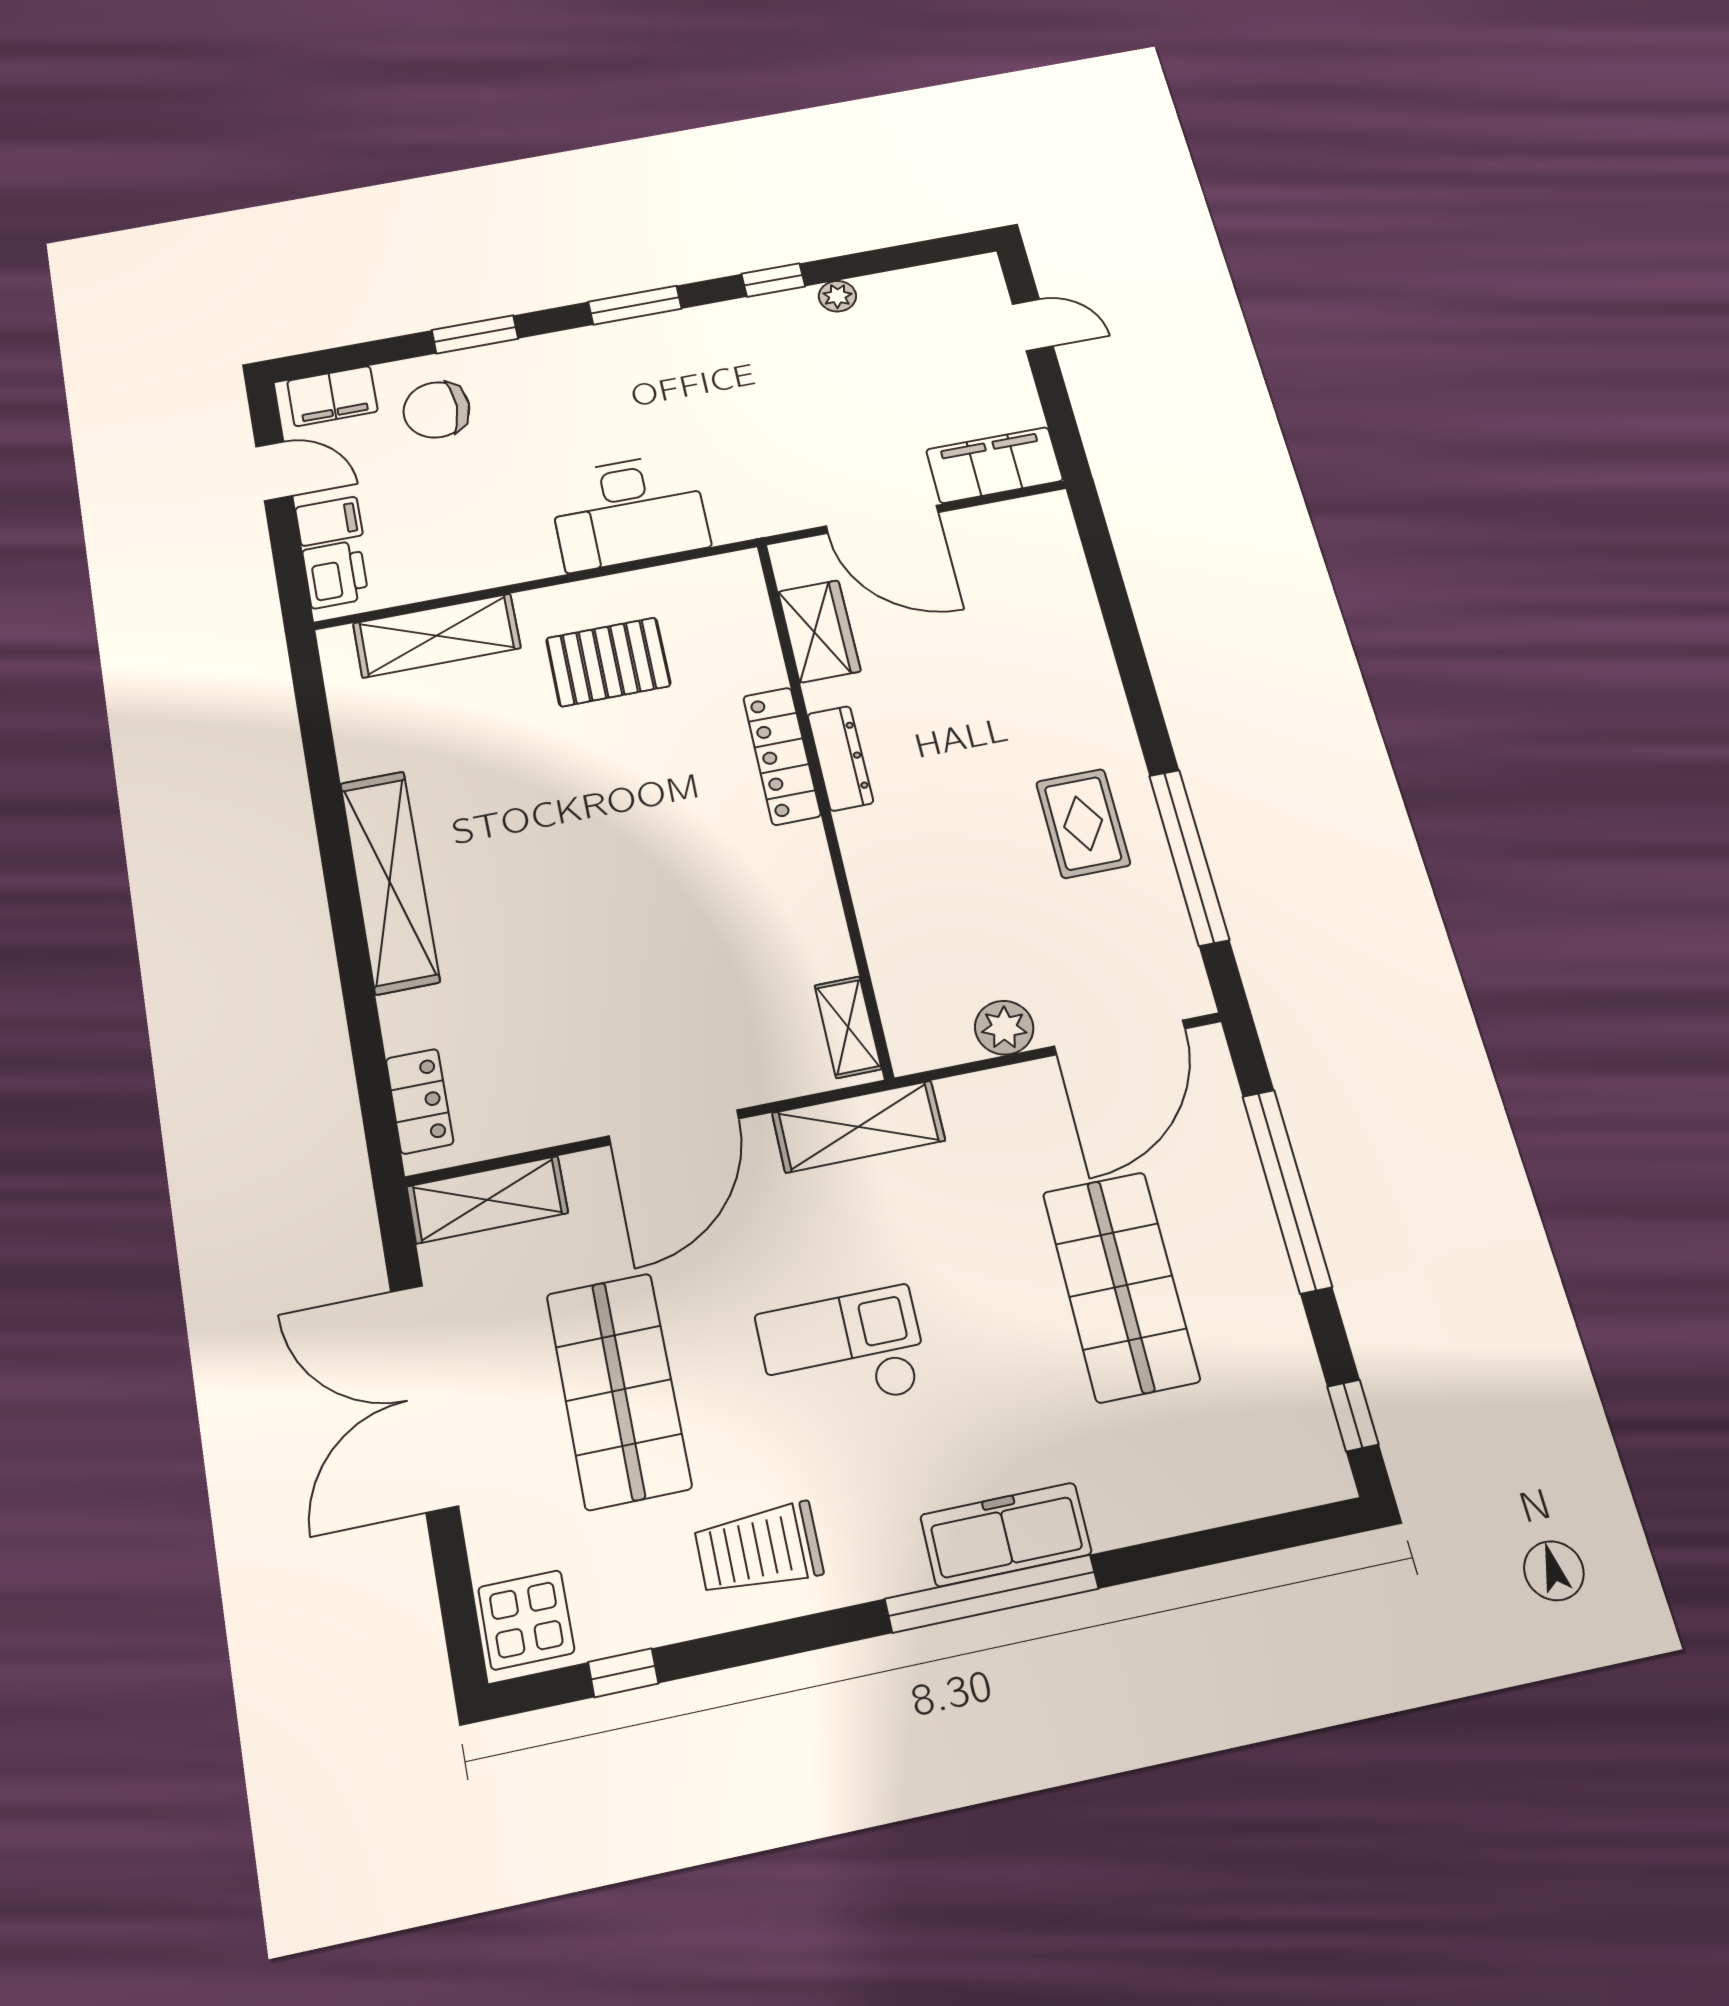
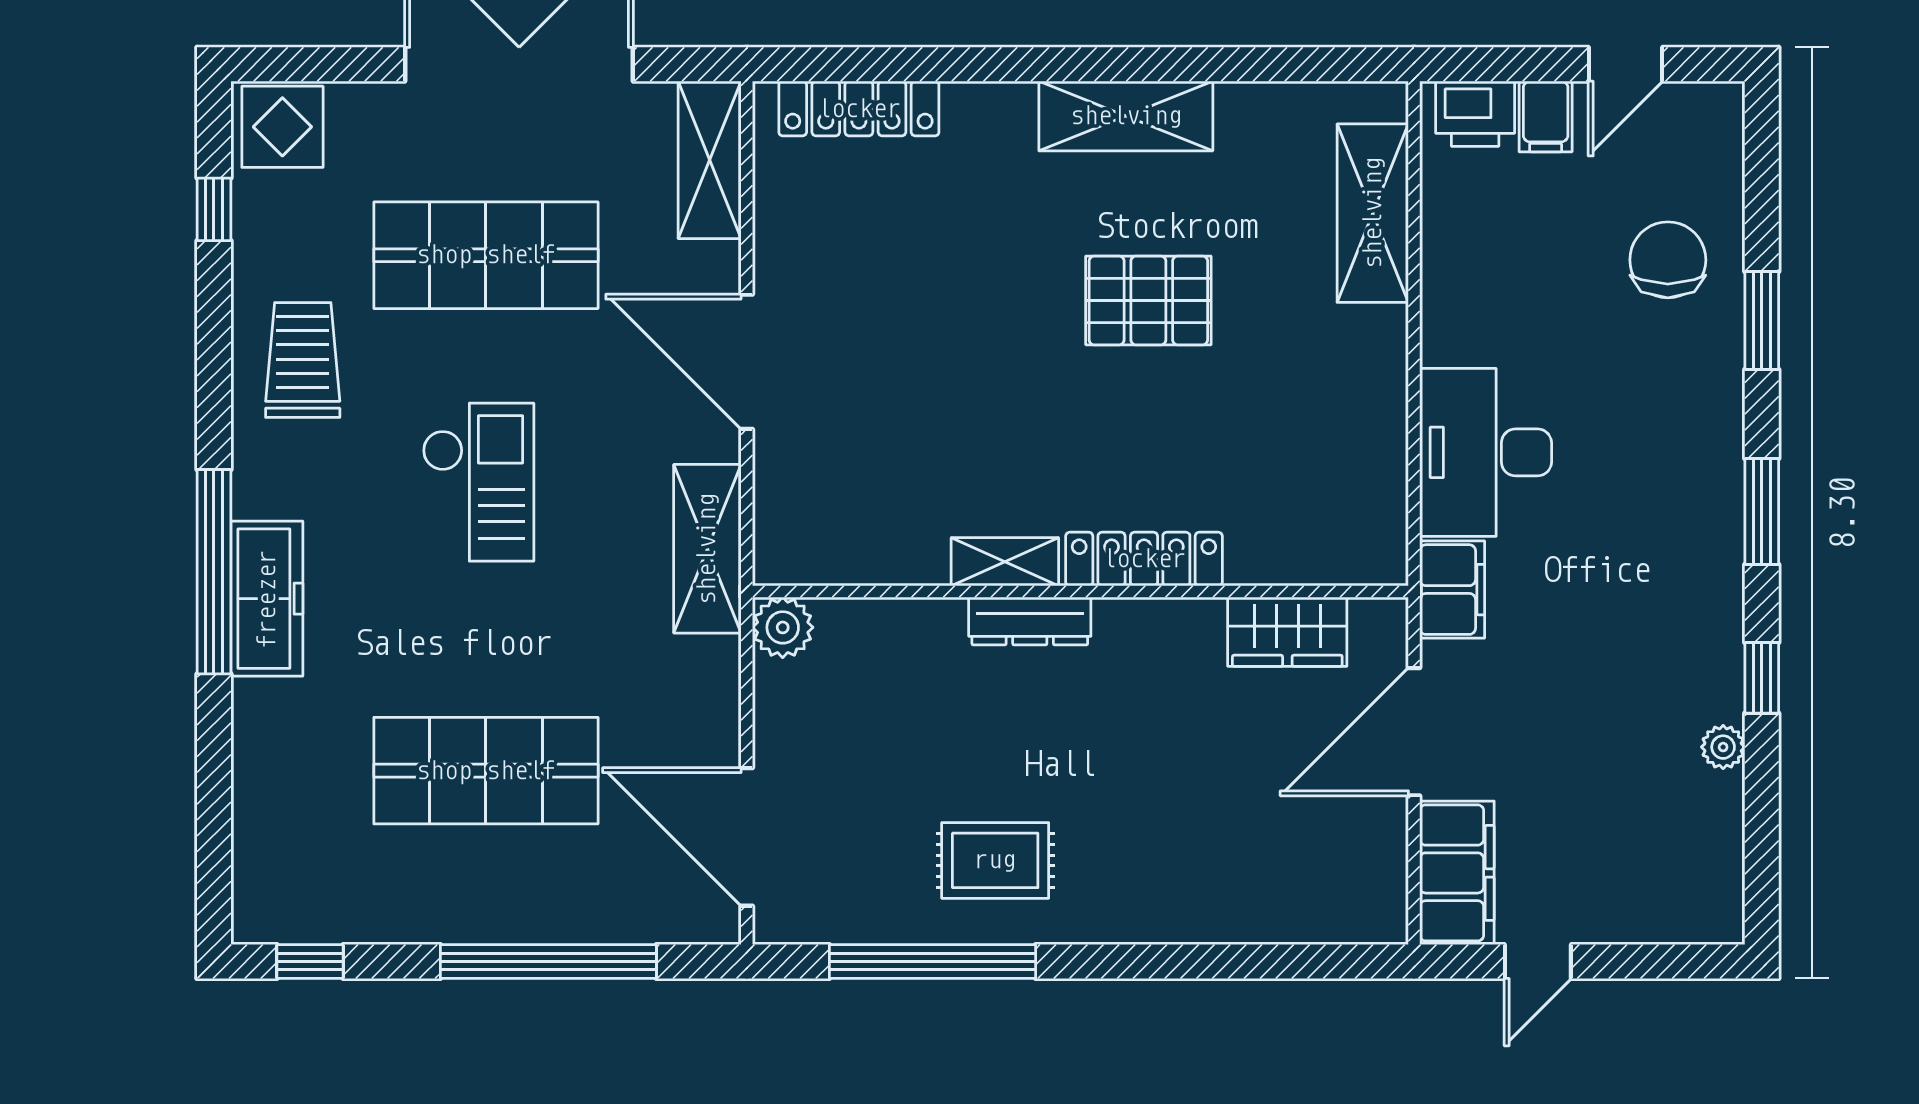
door: (1033, 325) -> (1538, 962), moved
filing cabinet: (332, 396) -> (1452, 590), moved, turned 180
pallet: (608, 662) -> (1148, 300), moved, turned 90
dresser: (840, 758) -> (1030, 621), moved
shelving: (390, 882) -> (1126, 116), width x0.68
shelving: (848, 1027) -> (1005, 562), moved
plant: (1004, 1028) -> (783, 627), moved
locker: (420, 1101) -> (859, 109), width x1.53

